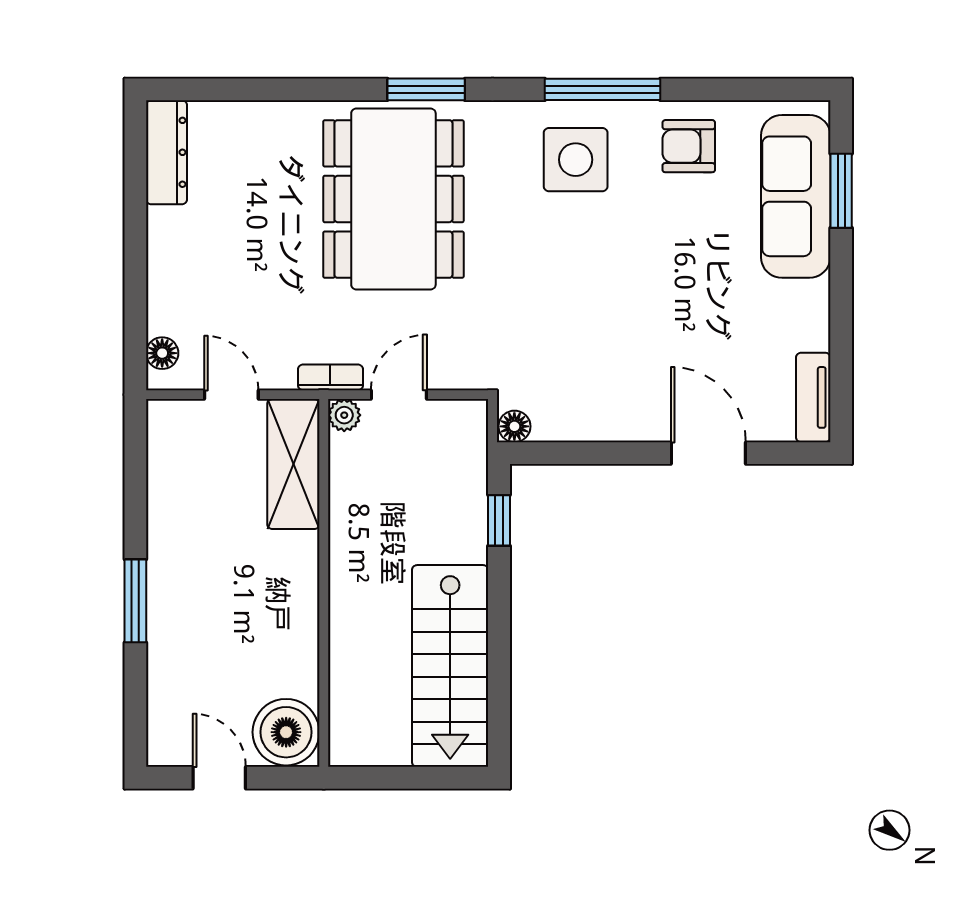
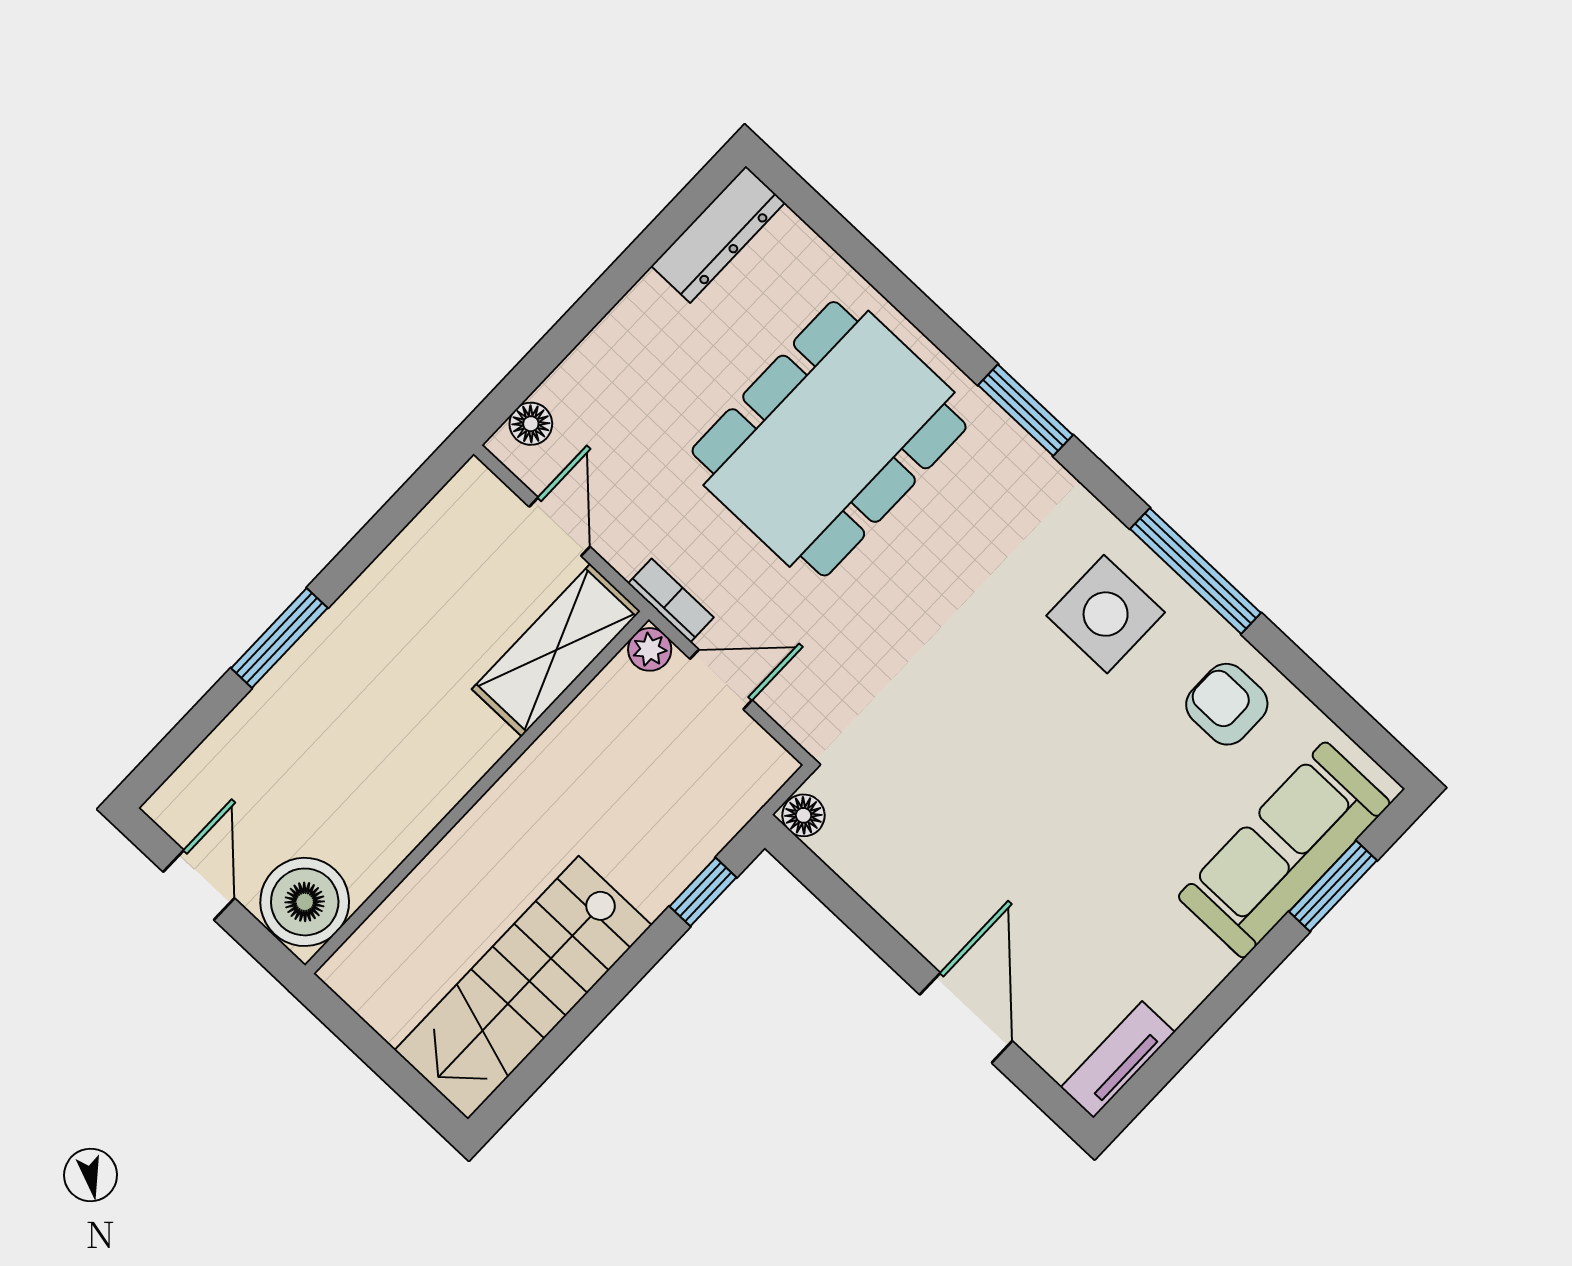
dining table: (393, 199) -> (829, 439), moved

